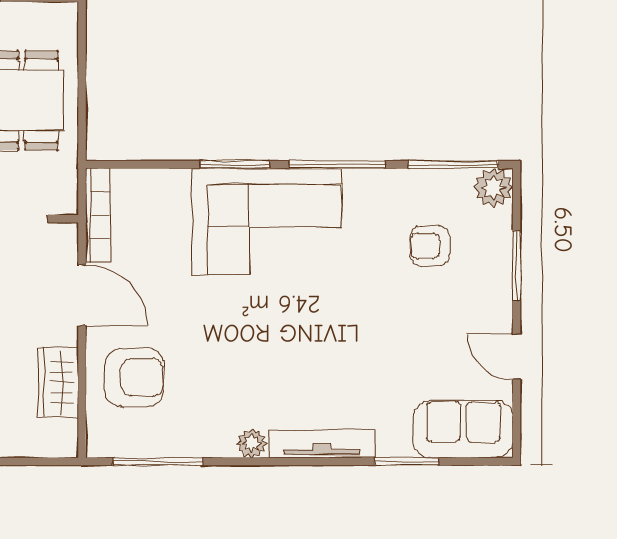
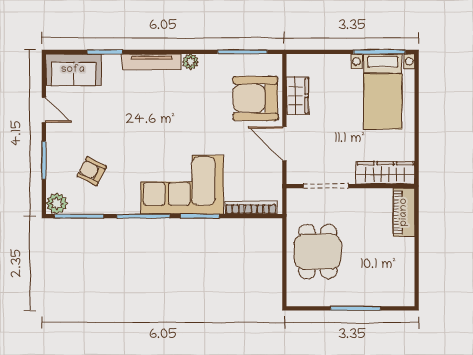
bookcase: (98, 215) -> (251, 207), moved, turned 90
armchair: (430, 246) -> (92, 171), turned -153
armchair: (135, 377) -> (255, 98), width x1.36, depth x1.36

